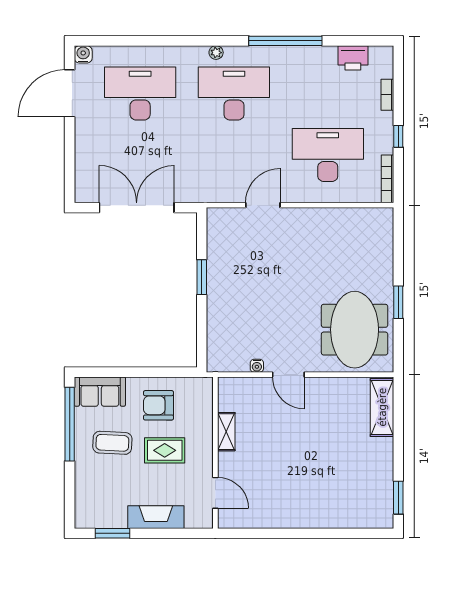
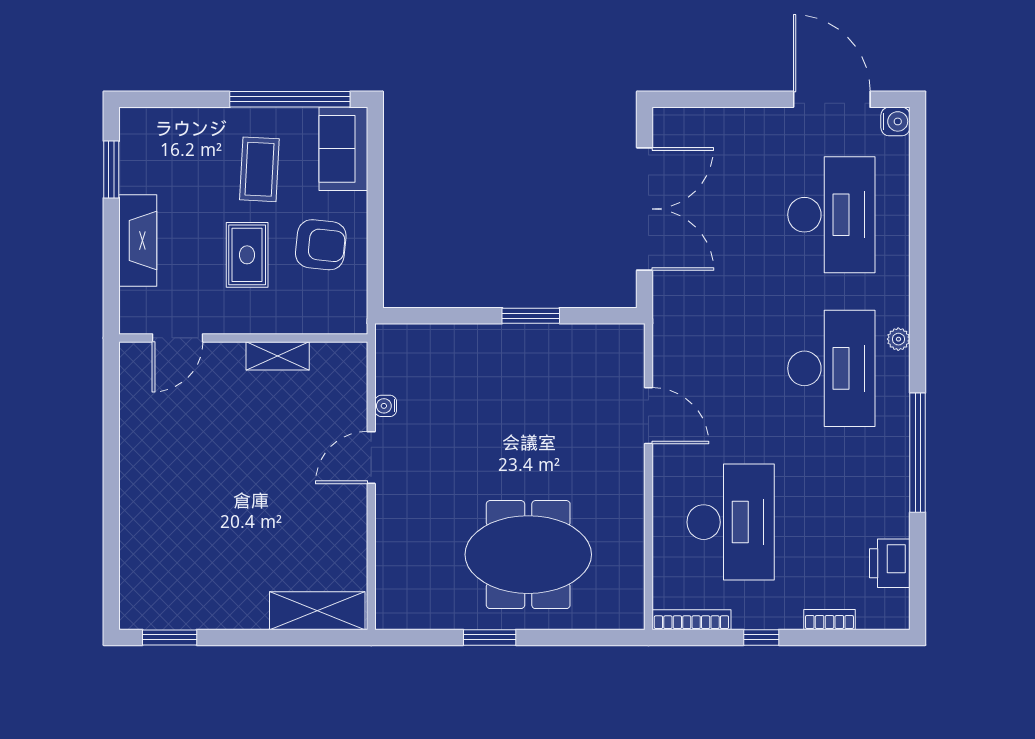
meeting table: (355, 330) -> (528, 555), moved
armchair: (158, 405) -> (321, 245), turned 96

